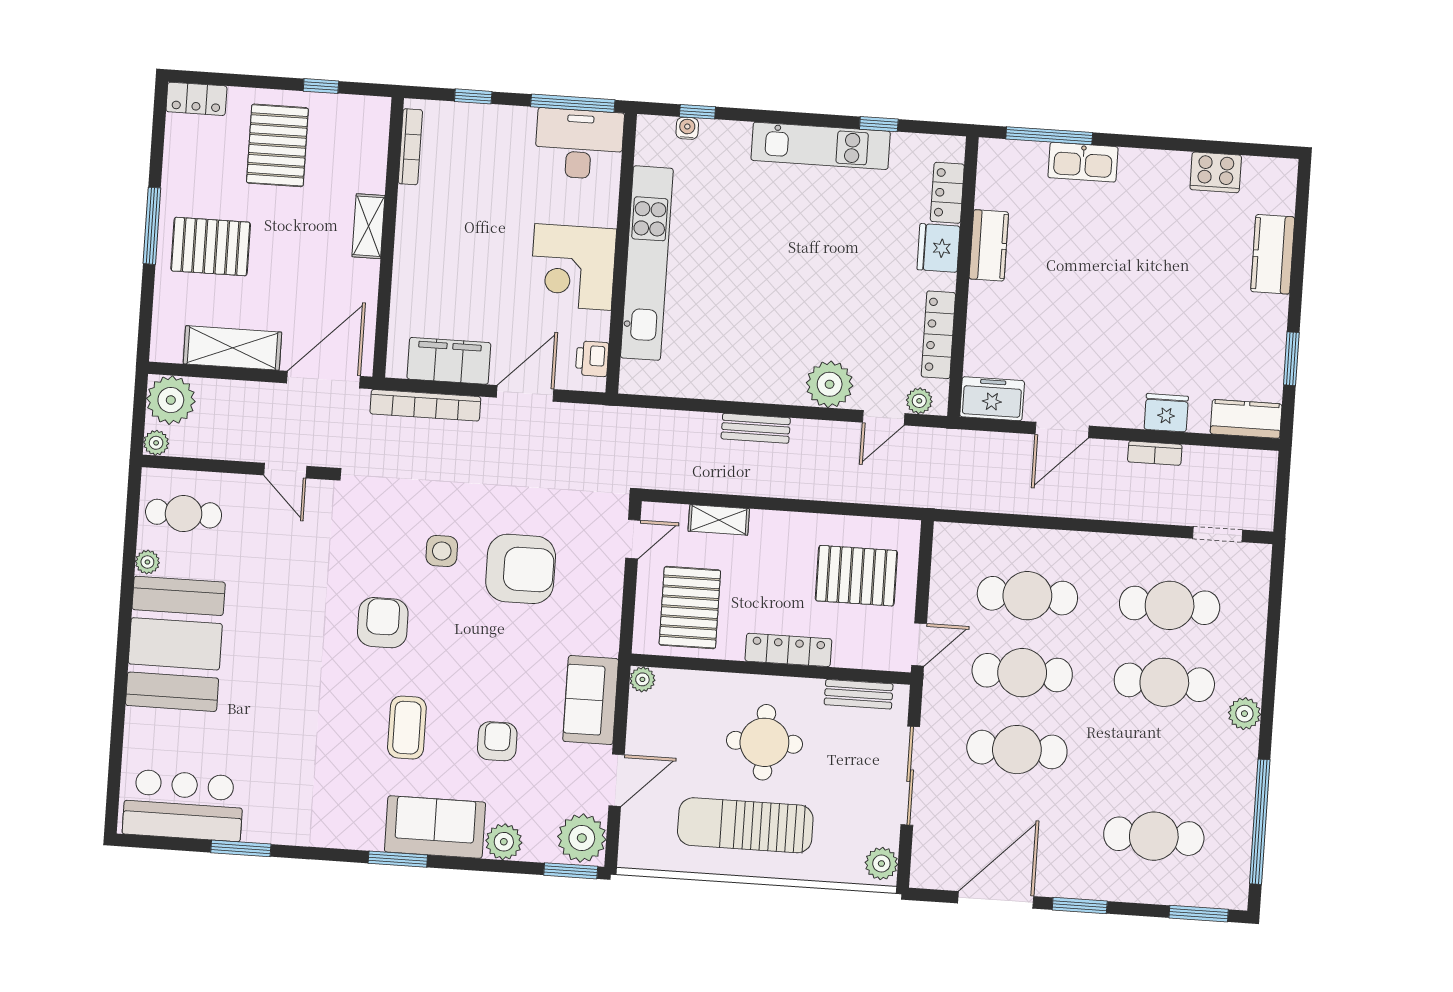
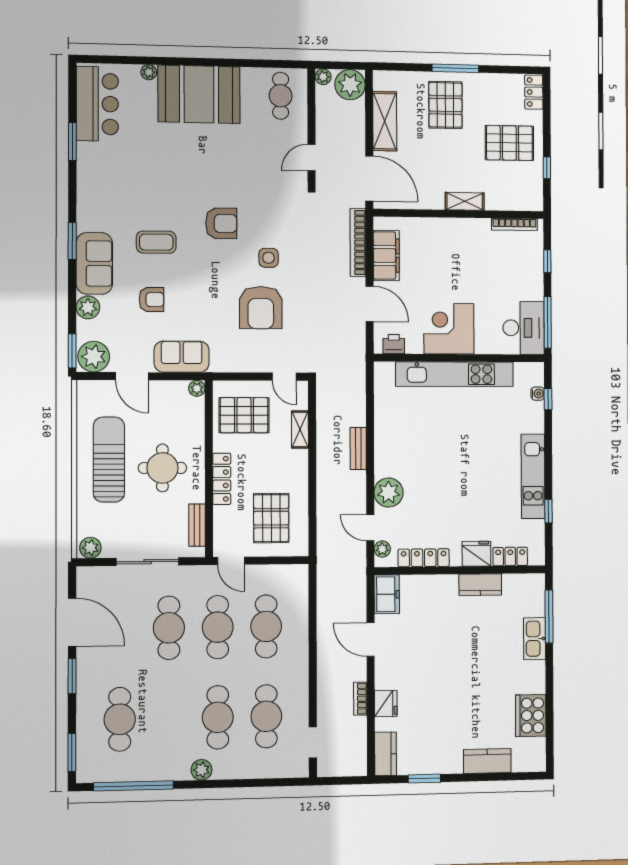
cooker: (1216, 172) -> (531, 715), width x1.37, depth x1.31
plant: (147, 562) -> (149, 72), moved

